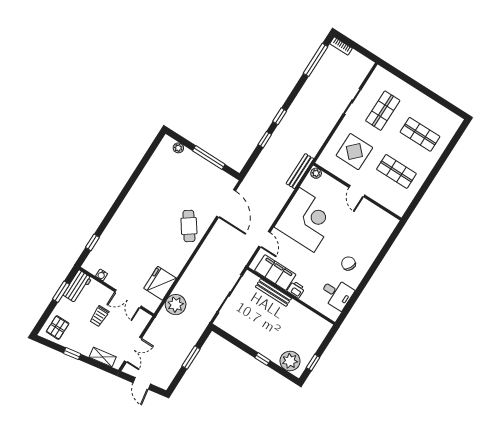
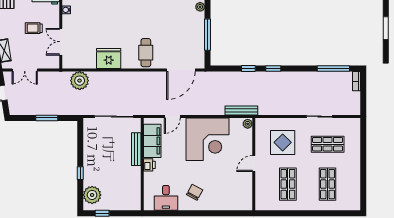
cafe table: (189, 226) -> (146, 53), turned -55
fridge: (160, 283) -> (109, 58), moved

